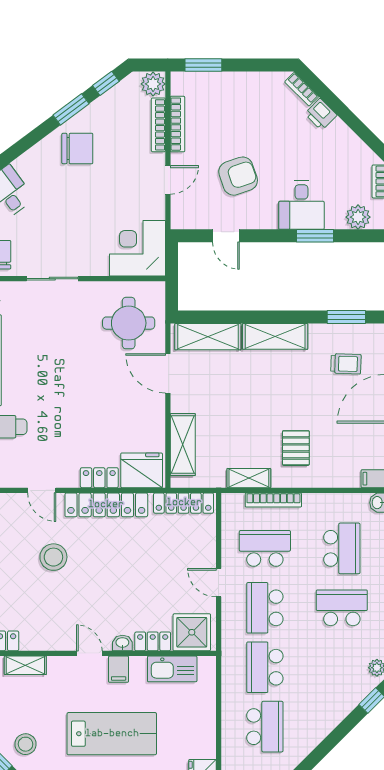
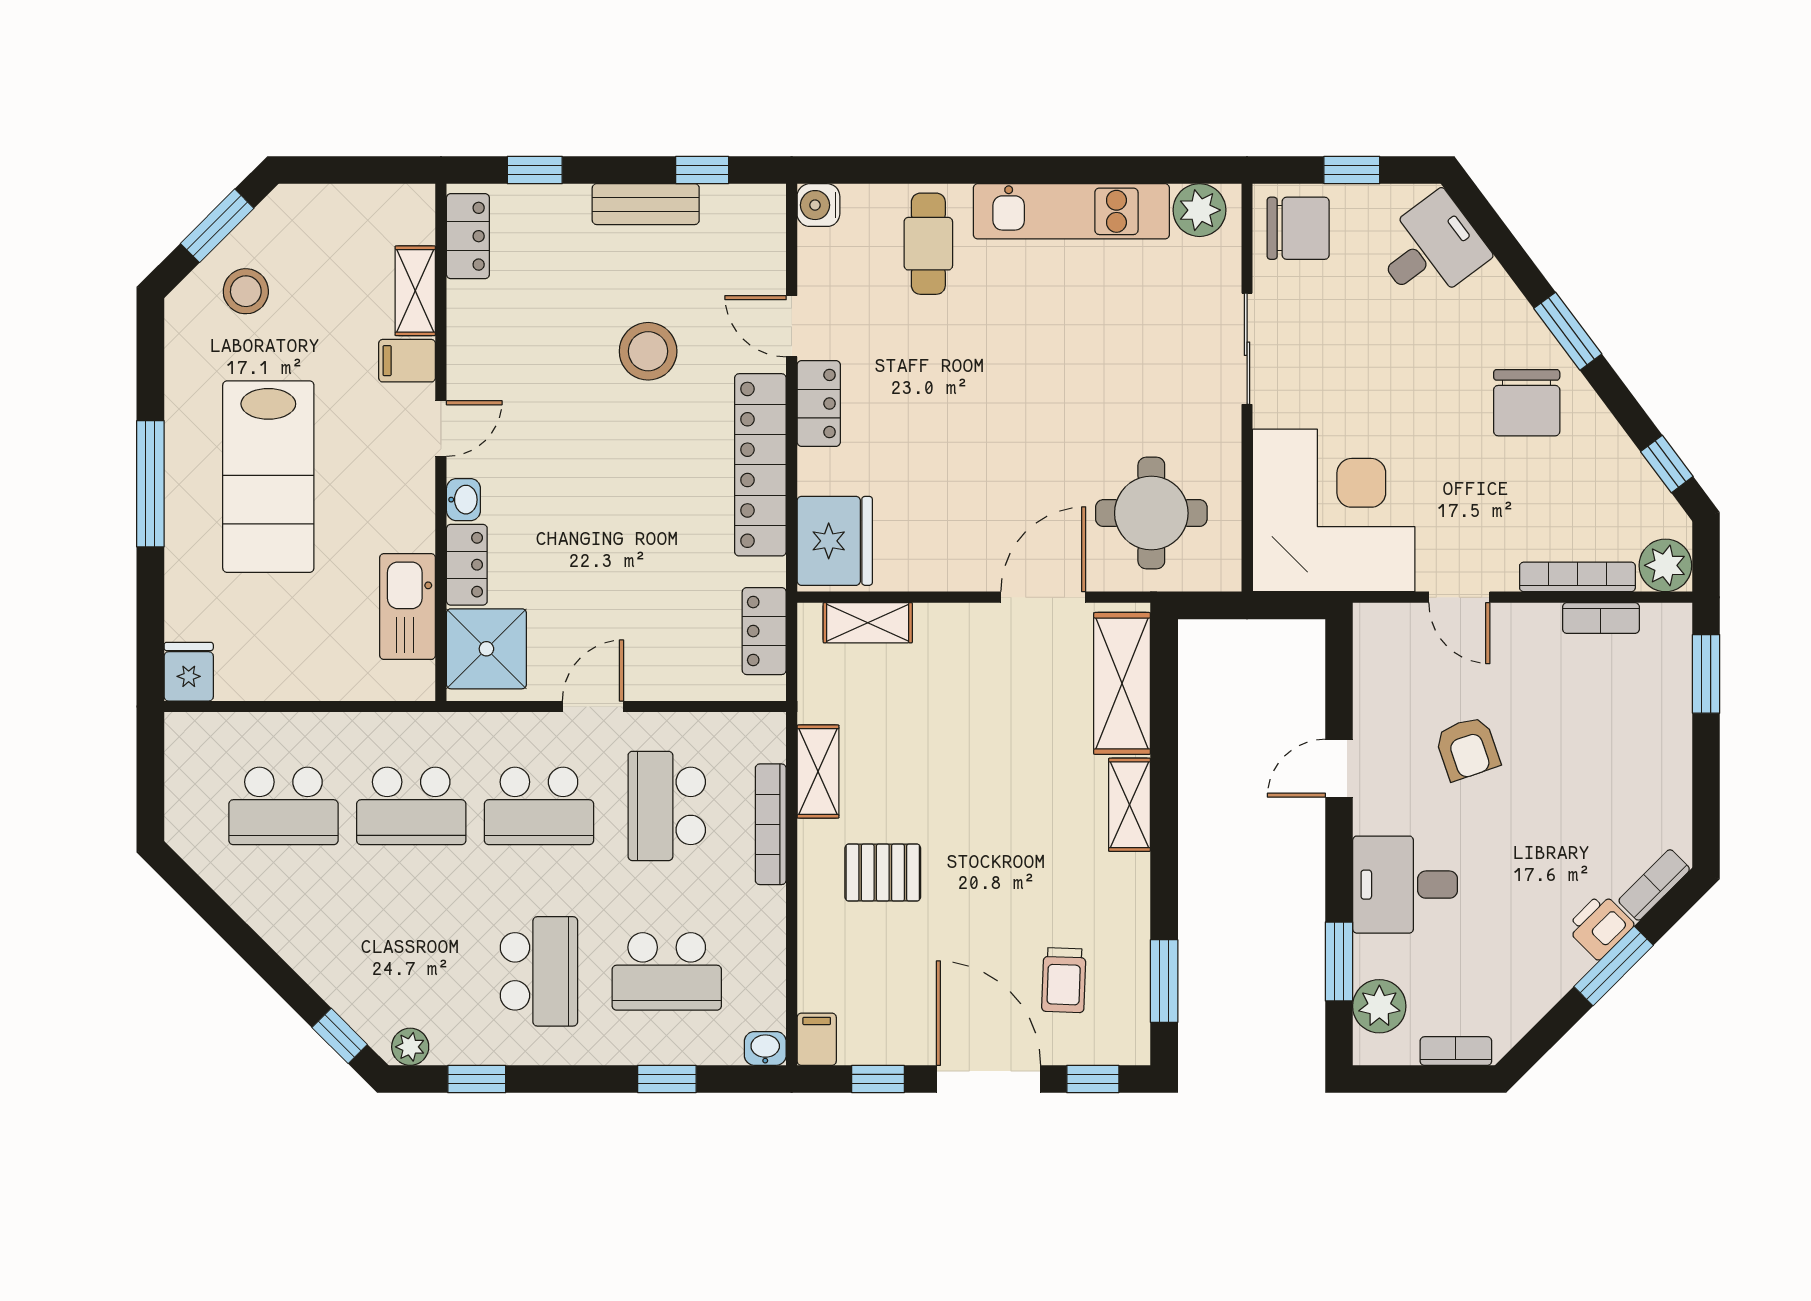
window: (339, 108) -> (1614, 966), added
window: (71, 109) -> (1568, 331), moved
bookcase: (177, 124) -> (1601, 618), width x0.64
armchair: (238, 176) -> (1467, 748), width x0.72, depth x0.72
door: (226, 236) -> (1339, 768), moved
window: (315, 236) -> (1339, 961), moved
corner desk: (137, 248) -> (1334, 510), width x1.36, depth x1.36
shelving: (275, 336) -> (1129, 805), width x0.67, depth x0.75
shelving: (183, 445) -> (868, 623), width x0.67, depth x0.75
locker: (99, 478) -> (819, 403), moved
door: (42, 490) -> (792, 326), hinge flipped
locker: (184, 503) -> (764, 631), width x0.66
school desk: (265, 548) -> (667, 806), turned 180
school desk: (265, 608) -> (539, 806), turned 180
school desk: (265, 667) -> (411, 806), turned 180
filing cabinet: (119, 669) -> (407, 361), moved

